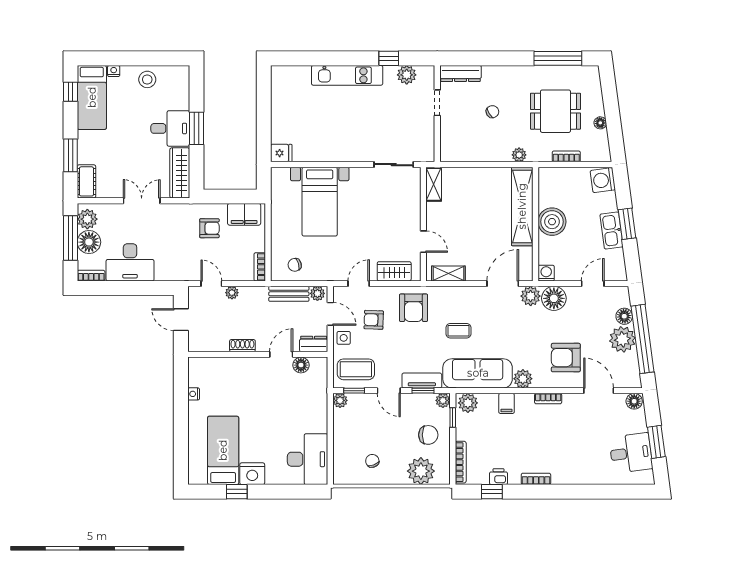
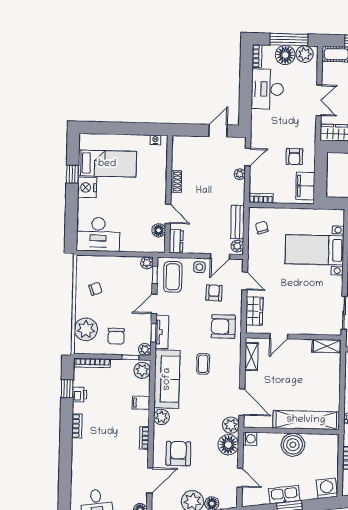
dresser: (314, 344) -> (176, 241), moved
shoe rack: (242, 346) -> (176, 181), moved
wall: (258, 354) -> (168, 194), moved
door: (281, 354) -> (168, 214), moved
floor lamp: (301, 365) -> (159, 230), moved

